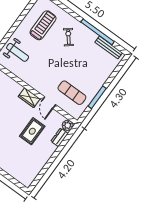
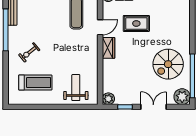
treadmill: (43, 25) -> (35, 83), turned 180

